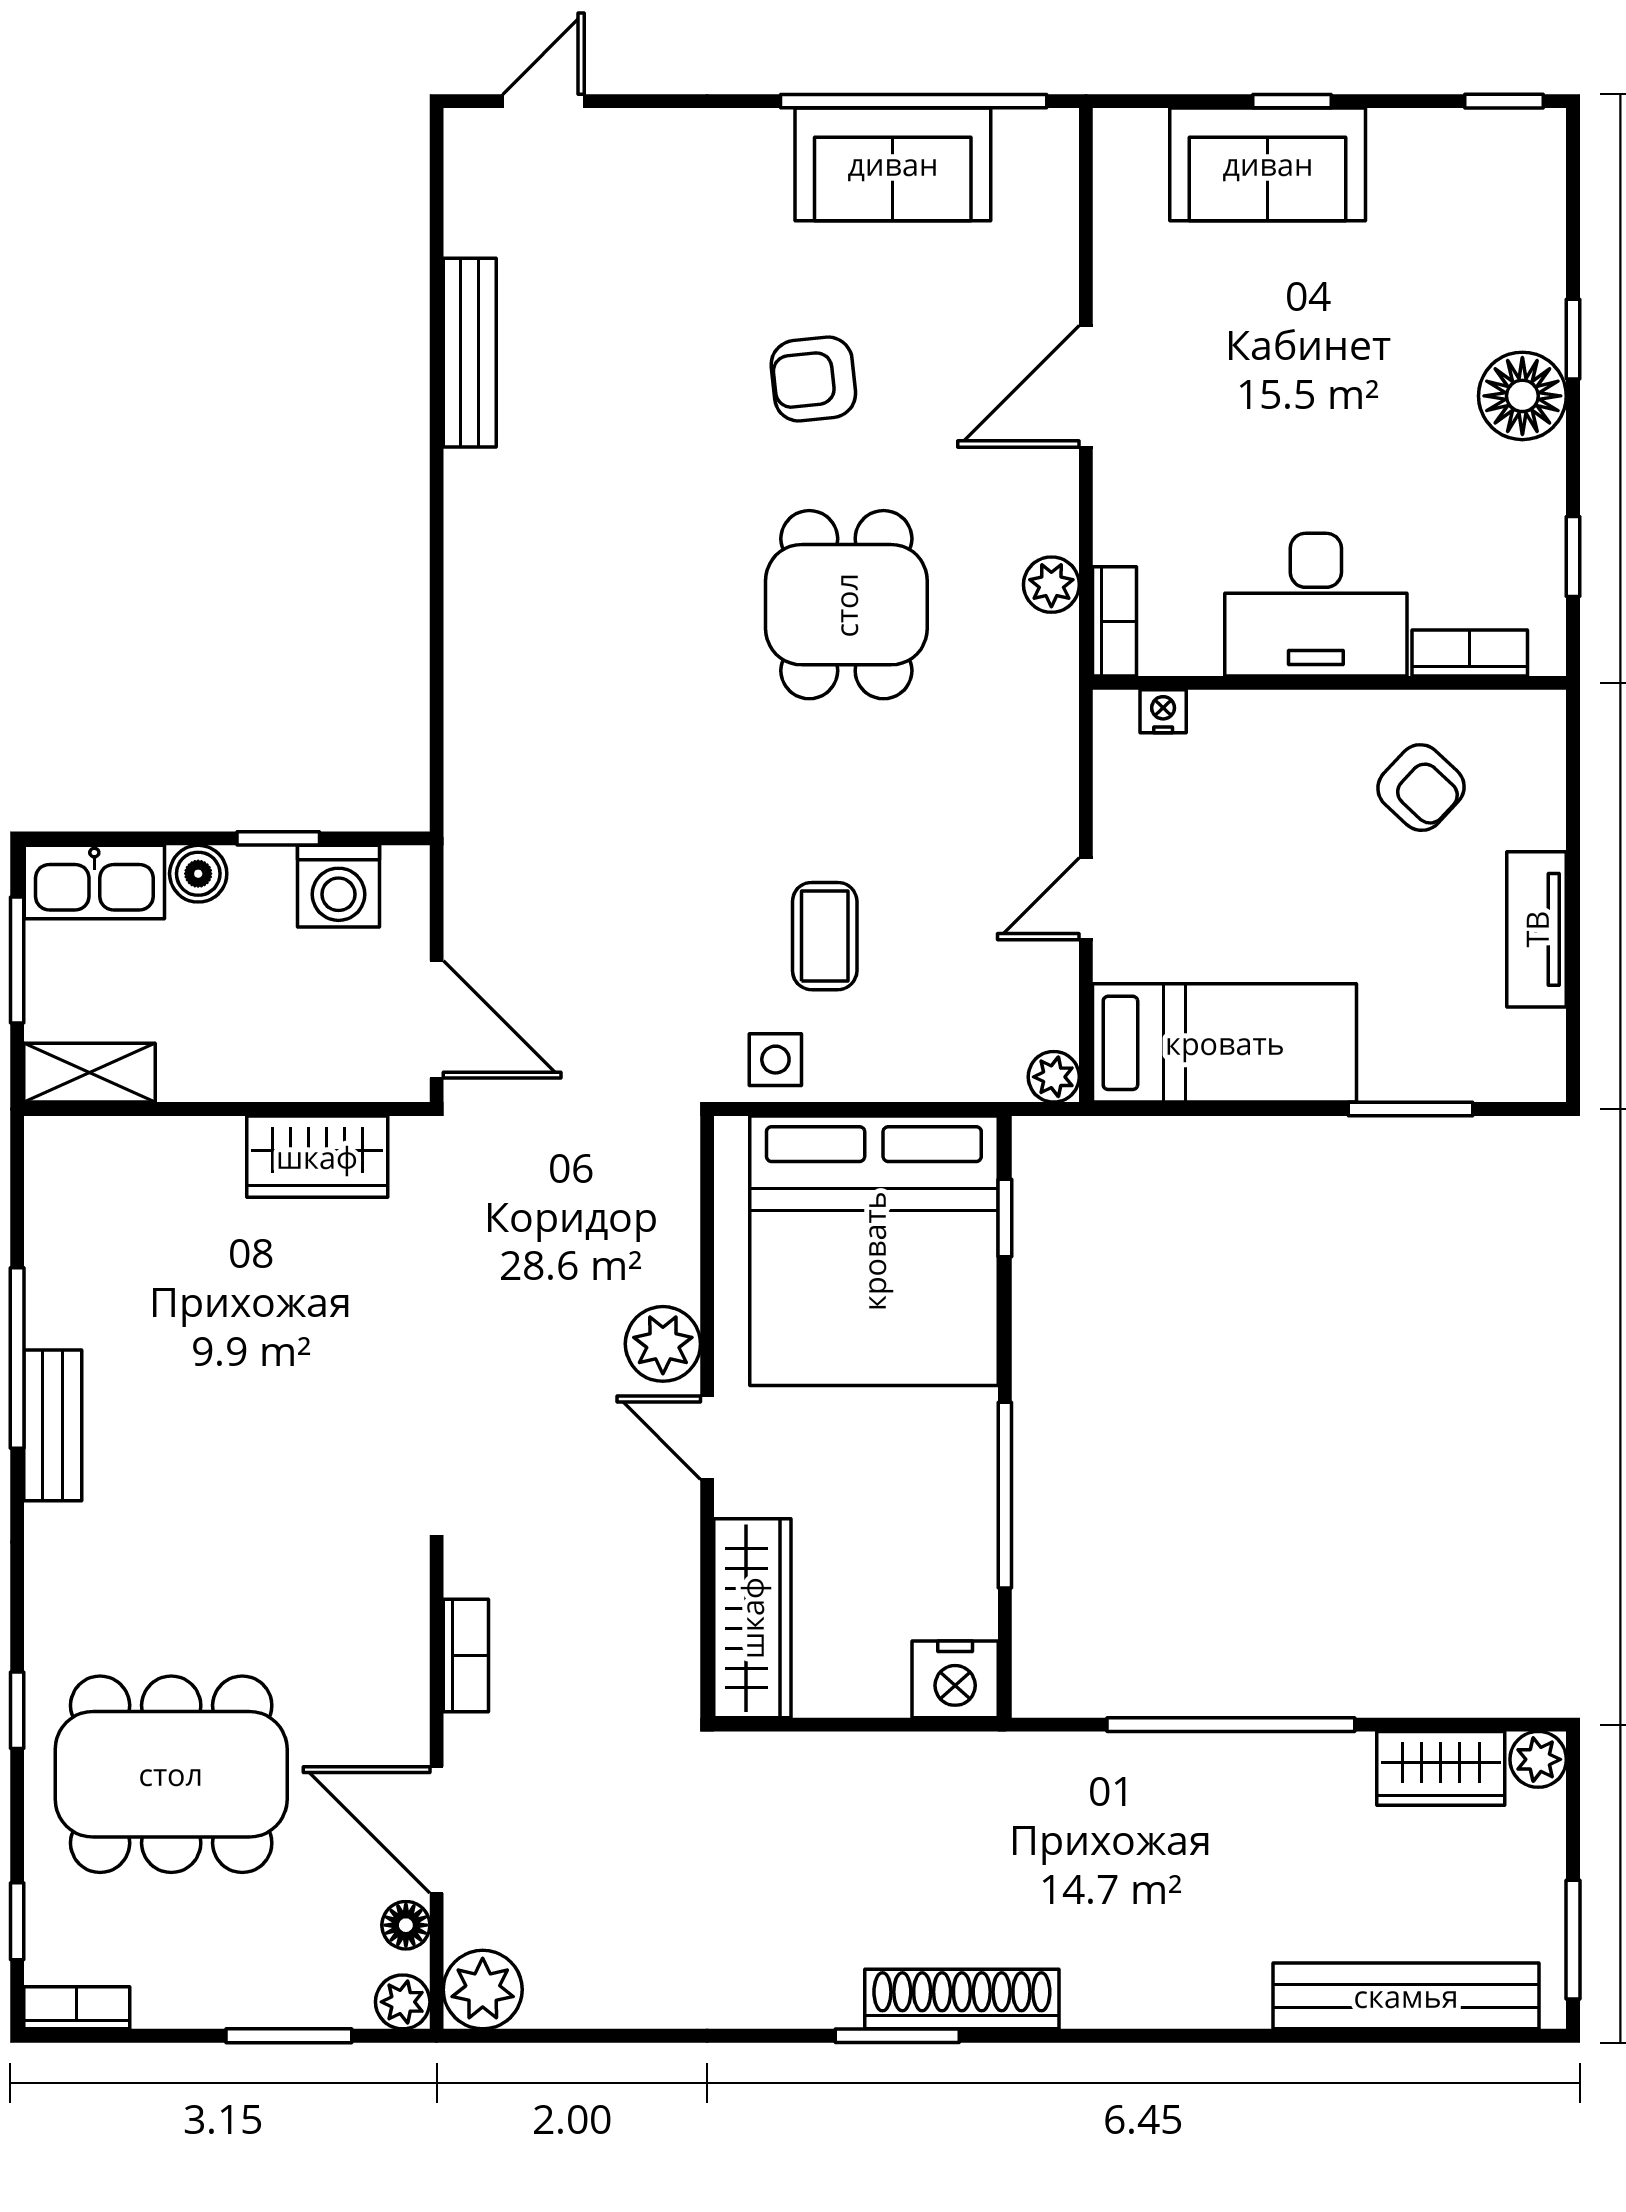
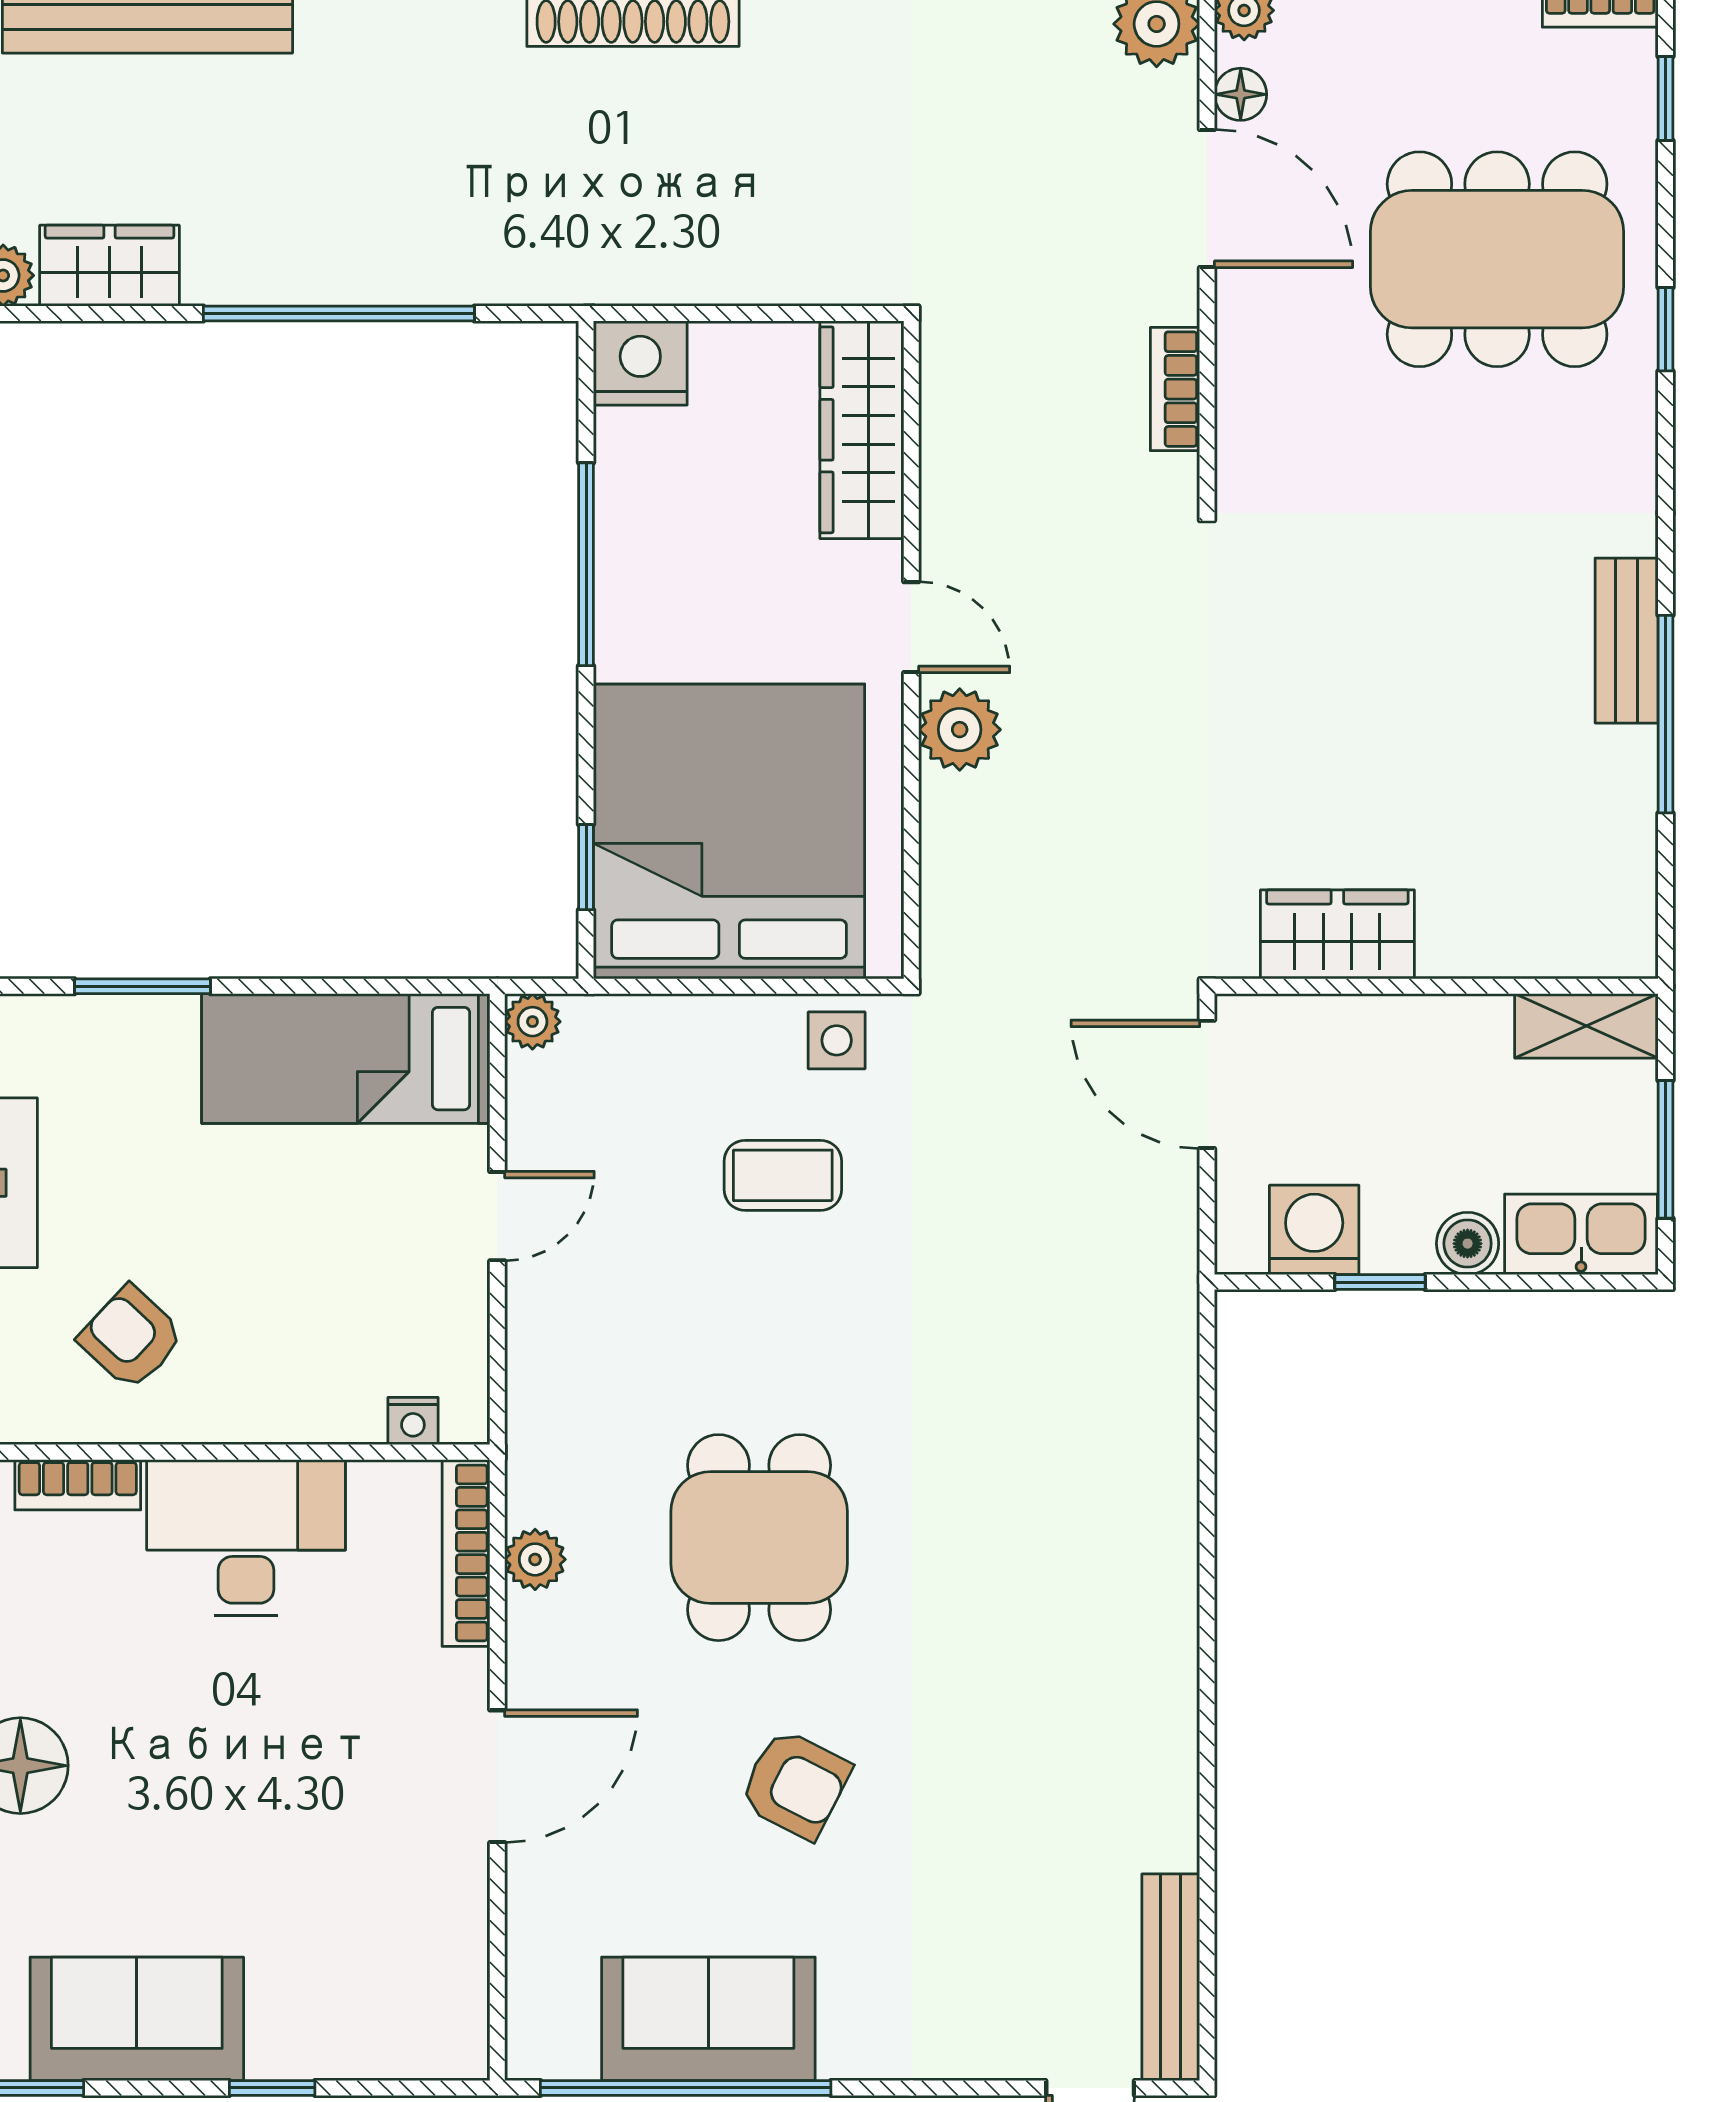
sofa: (1268, 164) -> (137, 2019), moved
bench: (470, 353) -> (1171, 1977), moved
armchair: (813, 379) -> (795, 1784), turned 33
bookcase: (1115, 621) -> (466, 1553), width x1.56
coffee table: (825, 936) -> (783, 1175), turned 90

